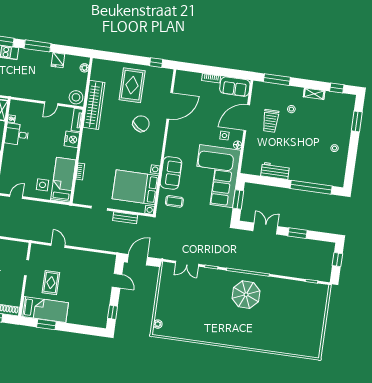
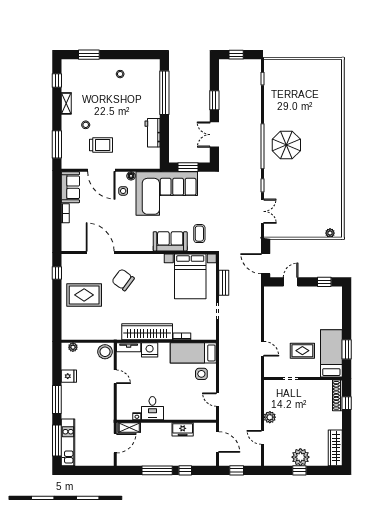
wardrobe: (94, 105) -> (147, 332), moved
door: (58, 246) -> (263, 349), swing flipped

